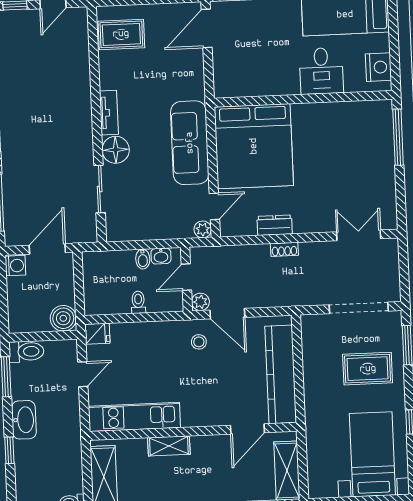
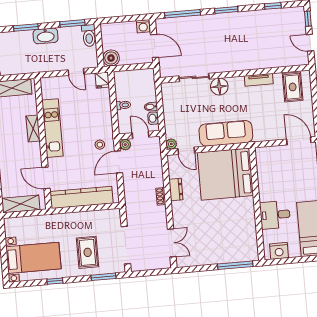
tv unit: (109, 113) -> (259, 80), moved
kitchen unit: (134, 417) -> (52, 128), moved
window: (9, 450) -> (26, 27), width x1.50

